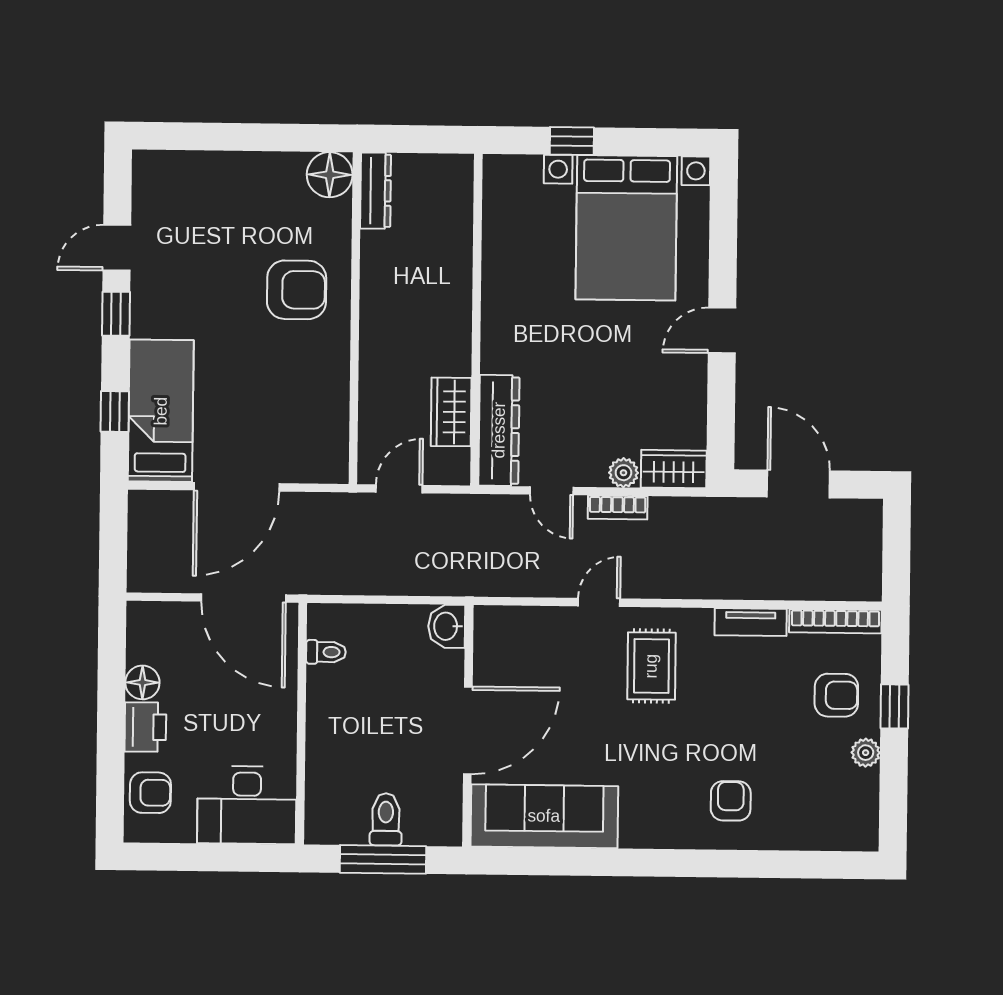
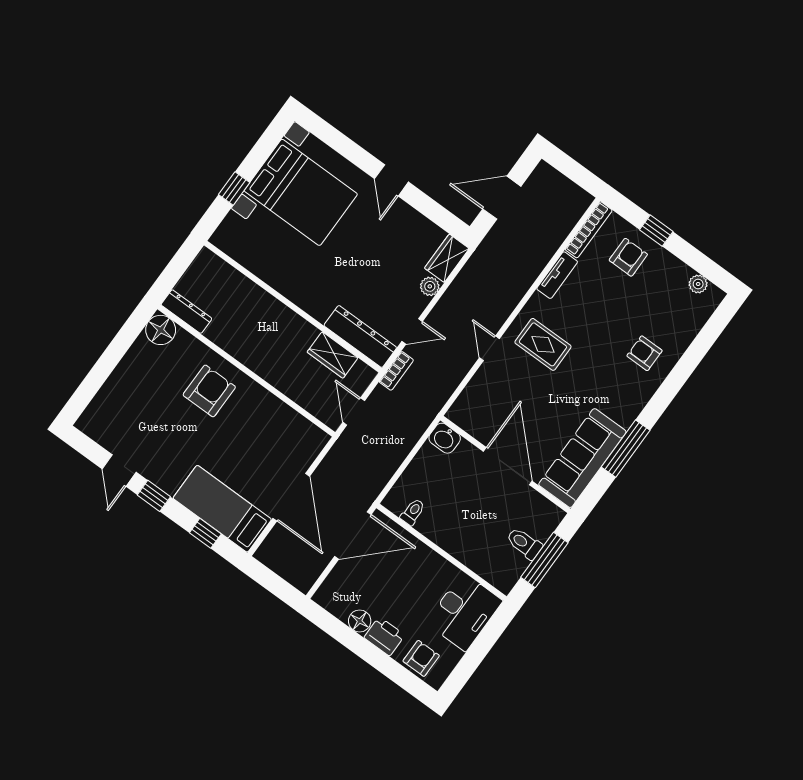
bookcase: (618, 508) -> (396, 371), moved
plant: (866, 753) -> (698, 284), moved
window: (595, 862) -> (626, 449), added

